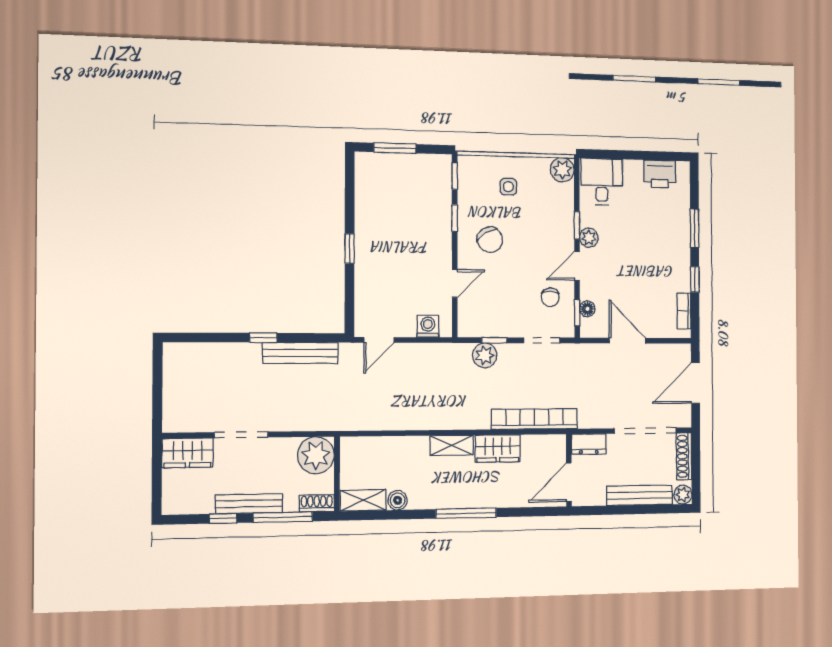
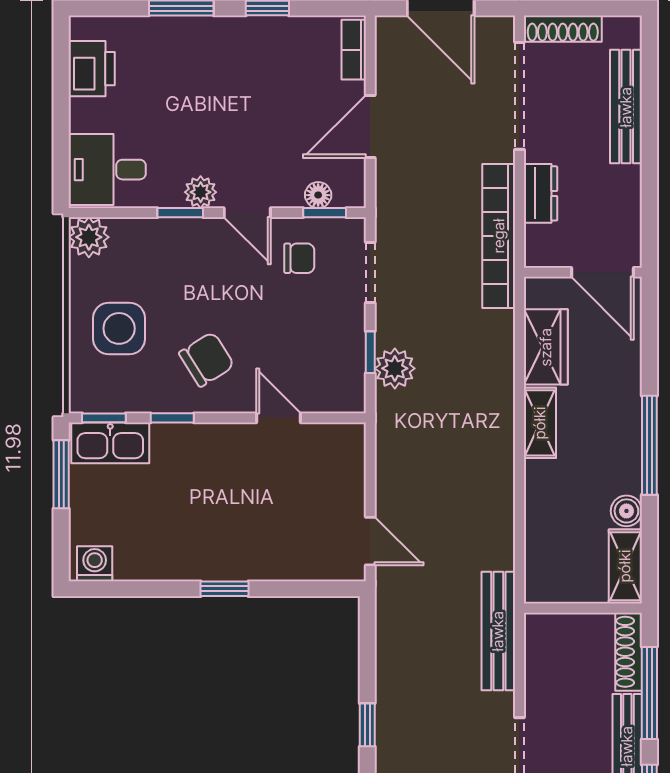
window: (395, 148) -> (61, 474), moved
kitchen sink: (440, 179) -> (110, 443), added
side table: (508, 187) -> (119, 328), width x1.87, depth x1.87
bookcase: (684, 311) -> (354, 50), moved, turned 90
washing machine: (428, 326) -> (95, 564), moved, turned 90
bench: (300, 353) -> (498, 631), moved
bookcase: (534, 419) -> (499, 236), moved
plant: (316, 455) -> (553, 642), removed
wall: (569, 470) -> (583, 272), moved
door: (569, 482) -> (603, 272), moved
plant: (683, 495) -> (626, 31), removed
shoe rack: (317, 503) -> (629, 652), width x1.43
window: (466, 513) -> (649, 445), moved

